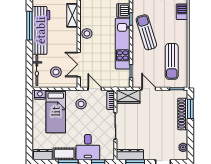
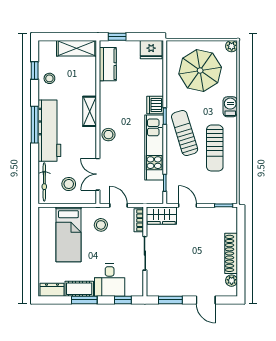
sun lounger: (172, 61) -> (215, 148), moved
nightstand: (40, 95) -> (48, 213), removed
window: (190, 109) -> (241, 231), removed
shoe rack: (183, 114) -> (231, 253), moved
dresser: (130, 155) -> (163, 290), removed

